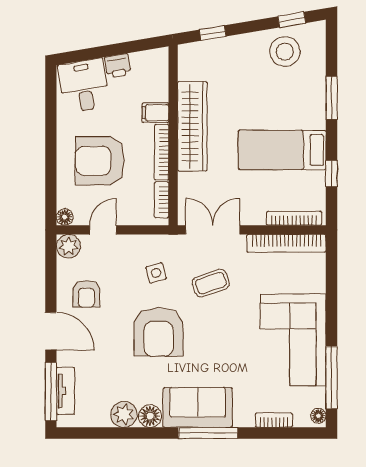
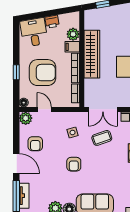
plant: (157, 89) -> (73, 34), added
window: (51, 160) -> (16, 72), added
armchair: (100, 161) -> (43, 73), turned 180
door: (103, 230) -> (44, 109), hinge flipped
double door: (213, 230) -> (103, 109), swing flipped
armchair: (158, 332) -> (74, 164), width x0.53, depth x0.53

